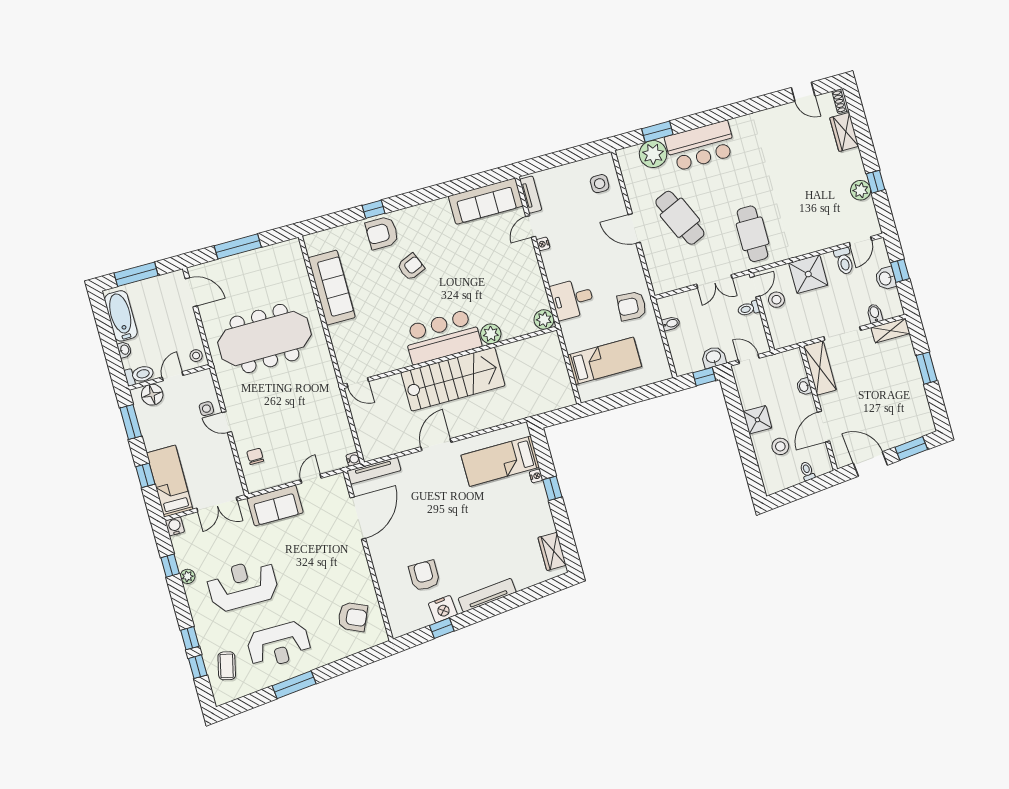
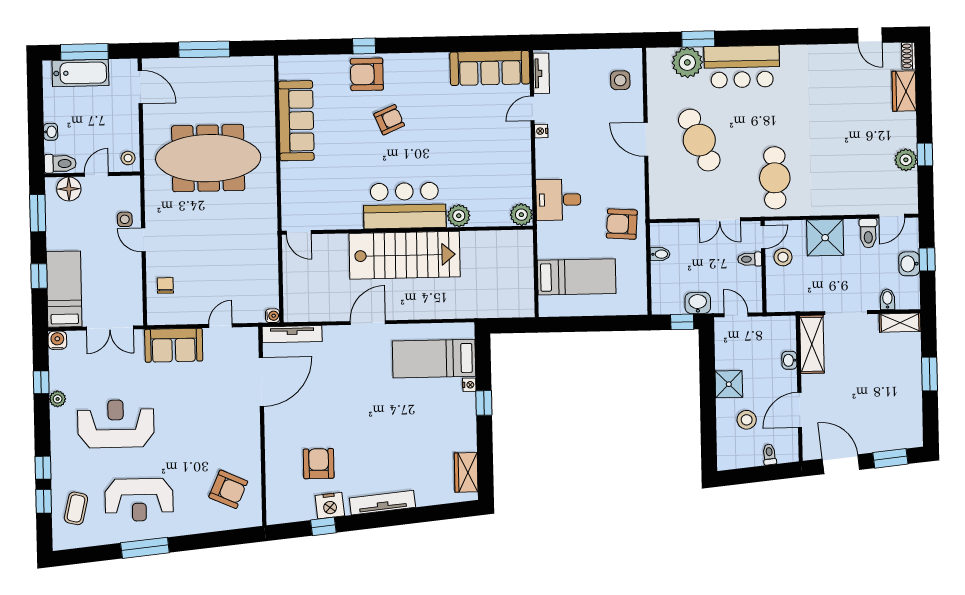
bathtub: (121, 316) -> (80, 73), moved, turned 90

